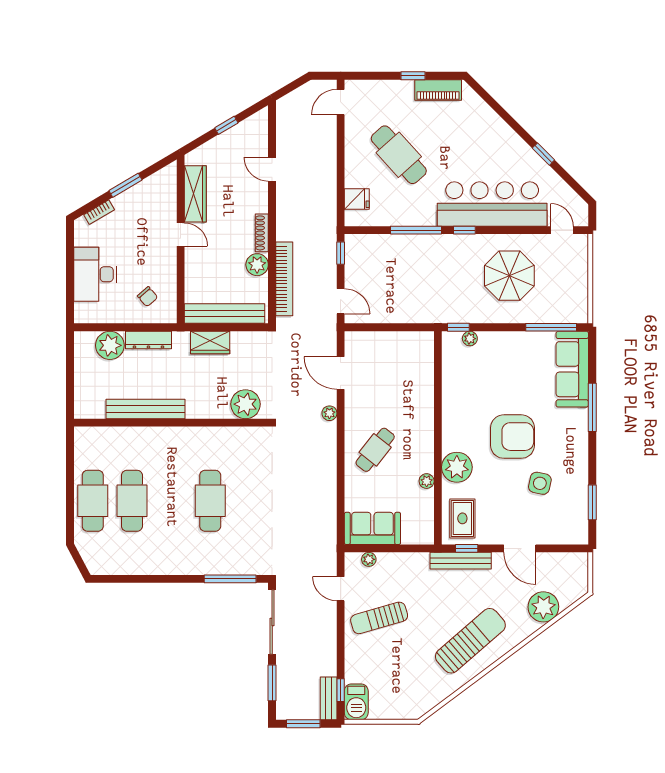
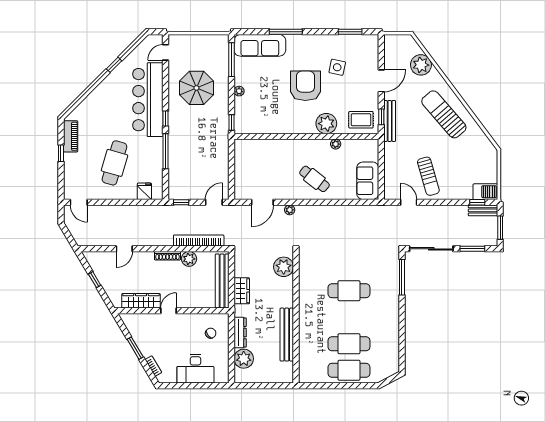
cafe table: (399, 155) -> (114, 163), turned -32
plant: (470, 339) -> (239, 91), moved
plant: (369, 559) -> (389, 183), removed
door: (341, 589) -> (409, 202), swing flipped

